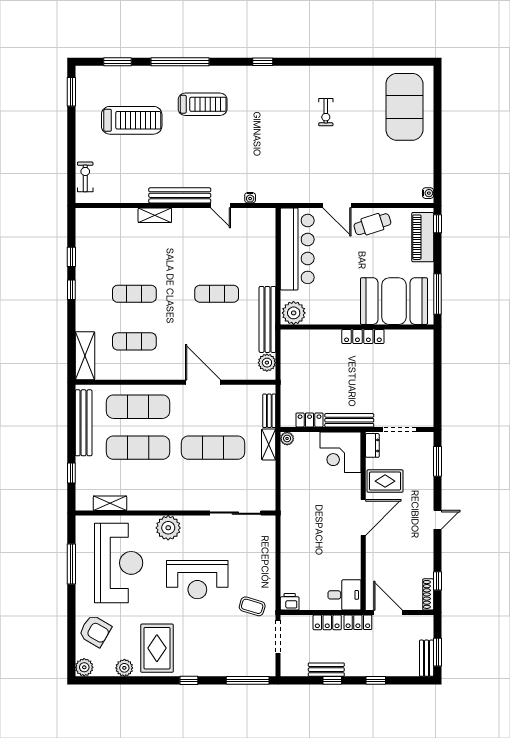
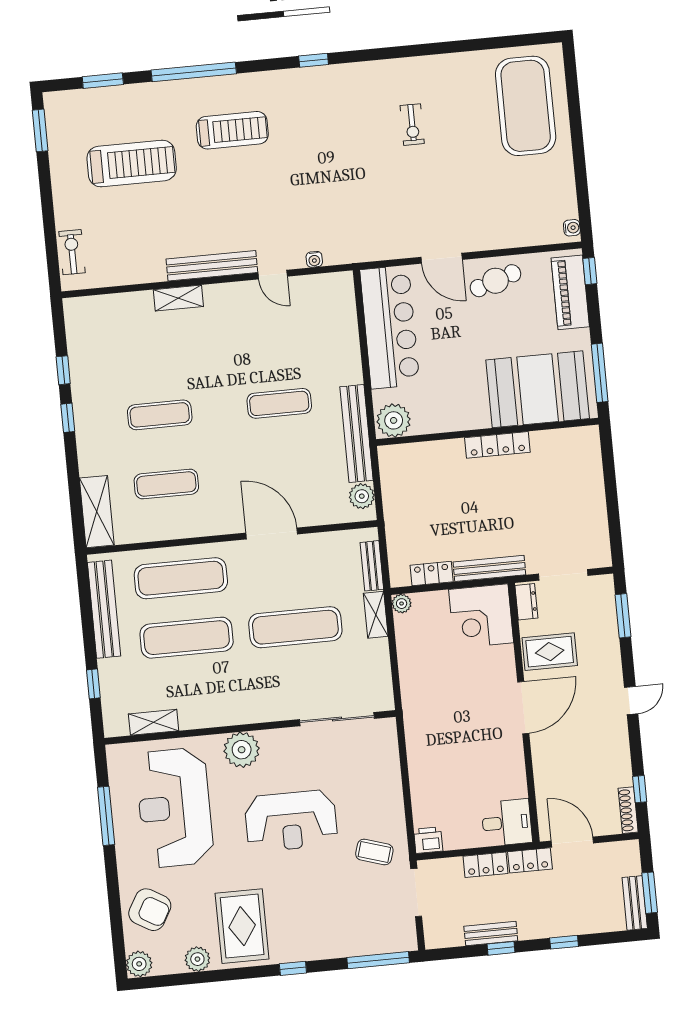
reception desk: (119, 563) -> (175, 808), turned 180

